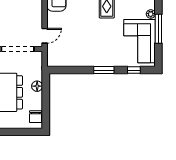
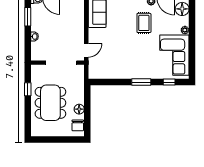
window: (158, 29) -> (192, 44), removed
floor lamp: (37, 86) -> (79, 109), moved

